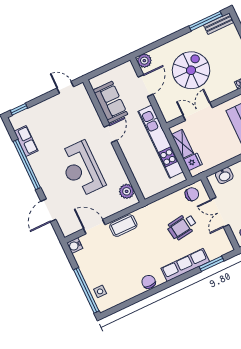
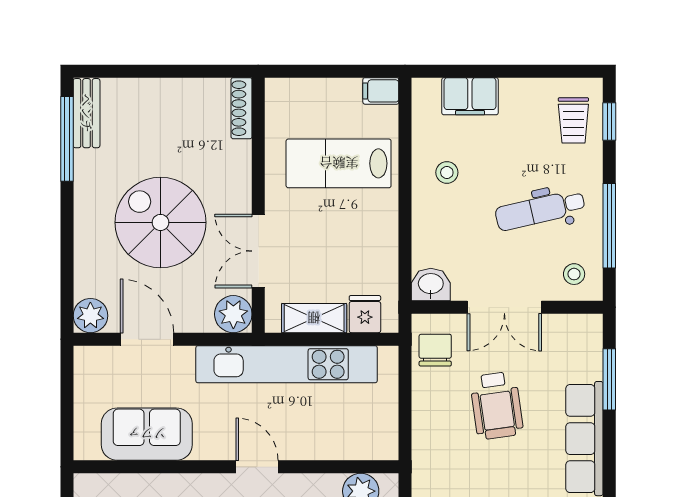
plant: (170, 113) -> (233, 314), added
door: (110, 134) -> (257, 467), moved
washbasin: (224, 176) -> (431, 285), moved, turned -90

